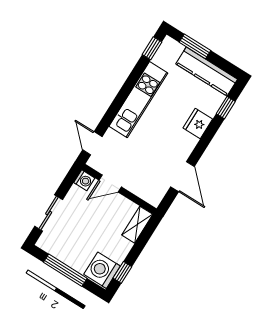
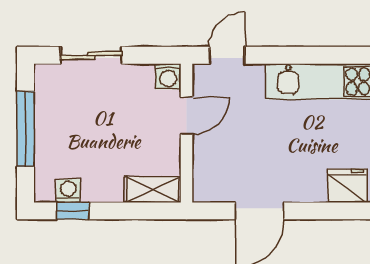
door: (110, 183) -> (187, 116), swing flipped
washing machine: (102, 270) -> (68, 191), width x0.53, depth x0.53

